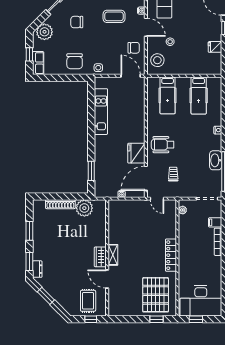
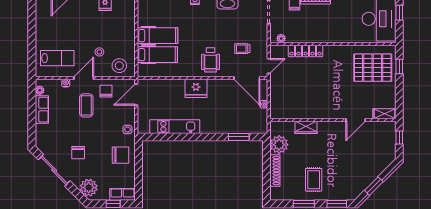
coffee table: (114, 16) -> (86, 105), moved
hospital bed: (199, 96) -> (157, 36), moved
fridge: (136, 153) -> (196, 88), moved
shelving: (113, 255) -> (384, 114), moved
locker: (171, 255) -> (306, 51), moved
wardrobe: (100, 257) -> (306, 127), moved
dresser: (37, 269) -> (345, 195), removed
rug: (88, 301) -> (314, 180), moved, turned 90
window: (196, 319) -> (399, 13), moved

